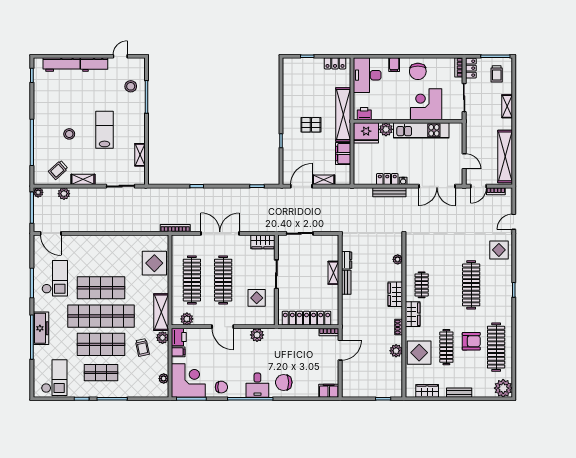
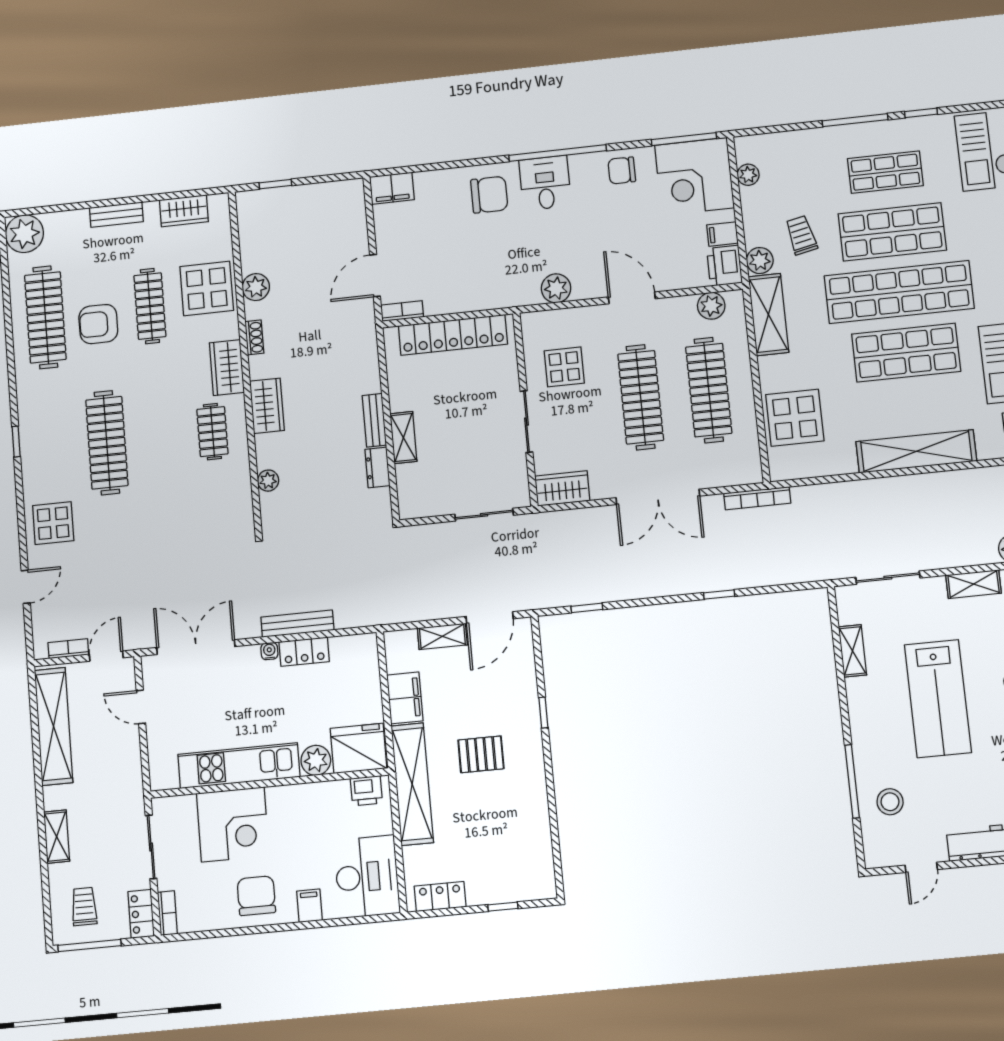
lab bench: (104, 130) -> (938, 699), width x1.36, depth x1.39
shelving: (102, 242) -> (916, 451), added

